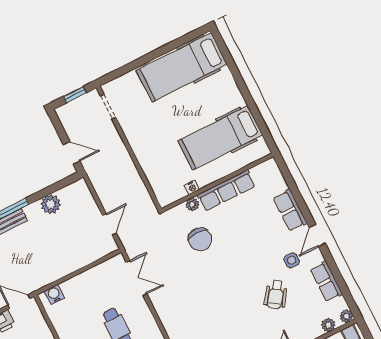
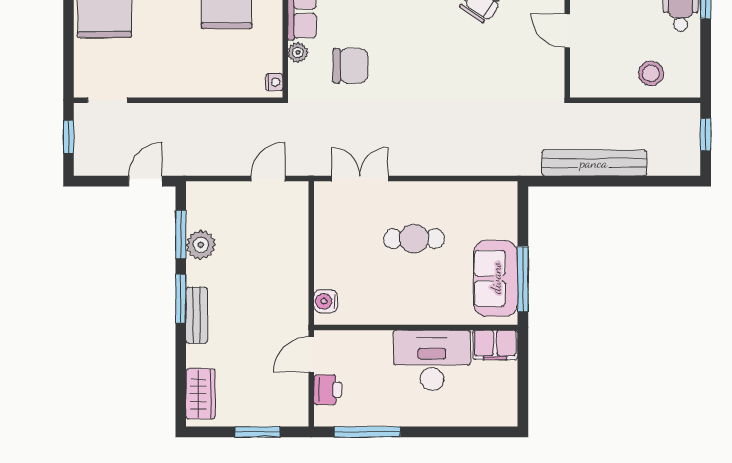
nightstand: (192, 187) -> (274, 82), moved
window: (51, 189) -> (181, 235), added
door: (109, 224) -> (268, 179), hinge flipped

